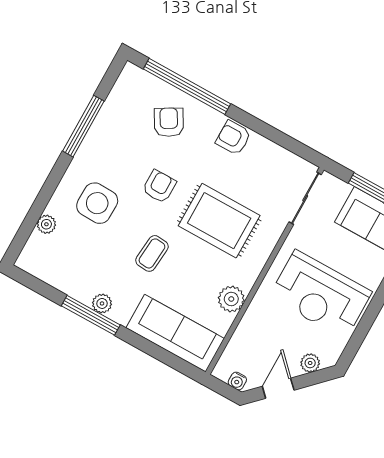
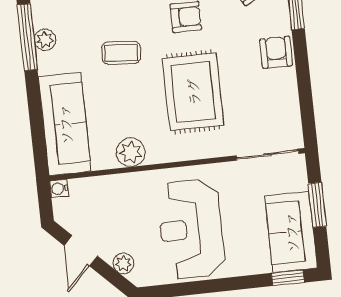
water cooler: (237, 381) -> (59, 189), moved
door: (278, 388) -> (81, 251), swing flipped

